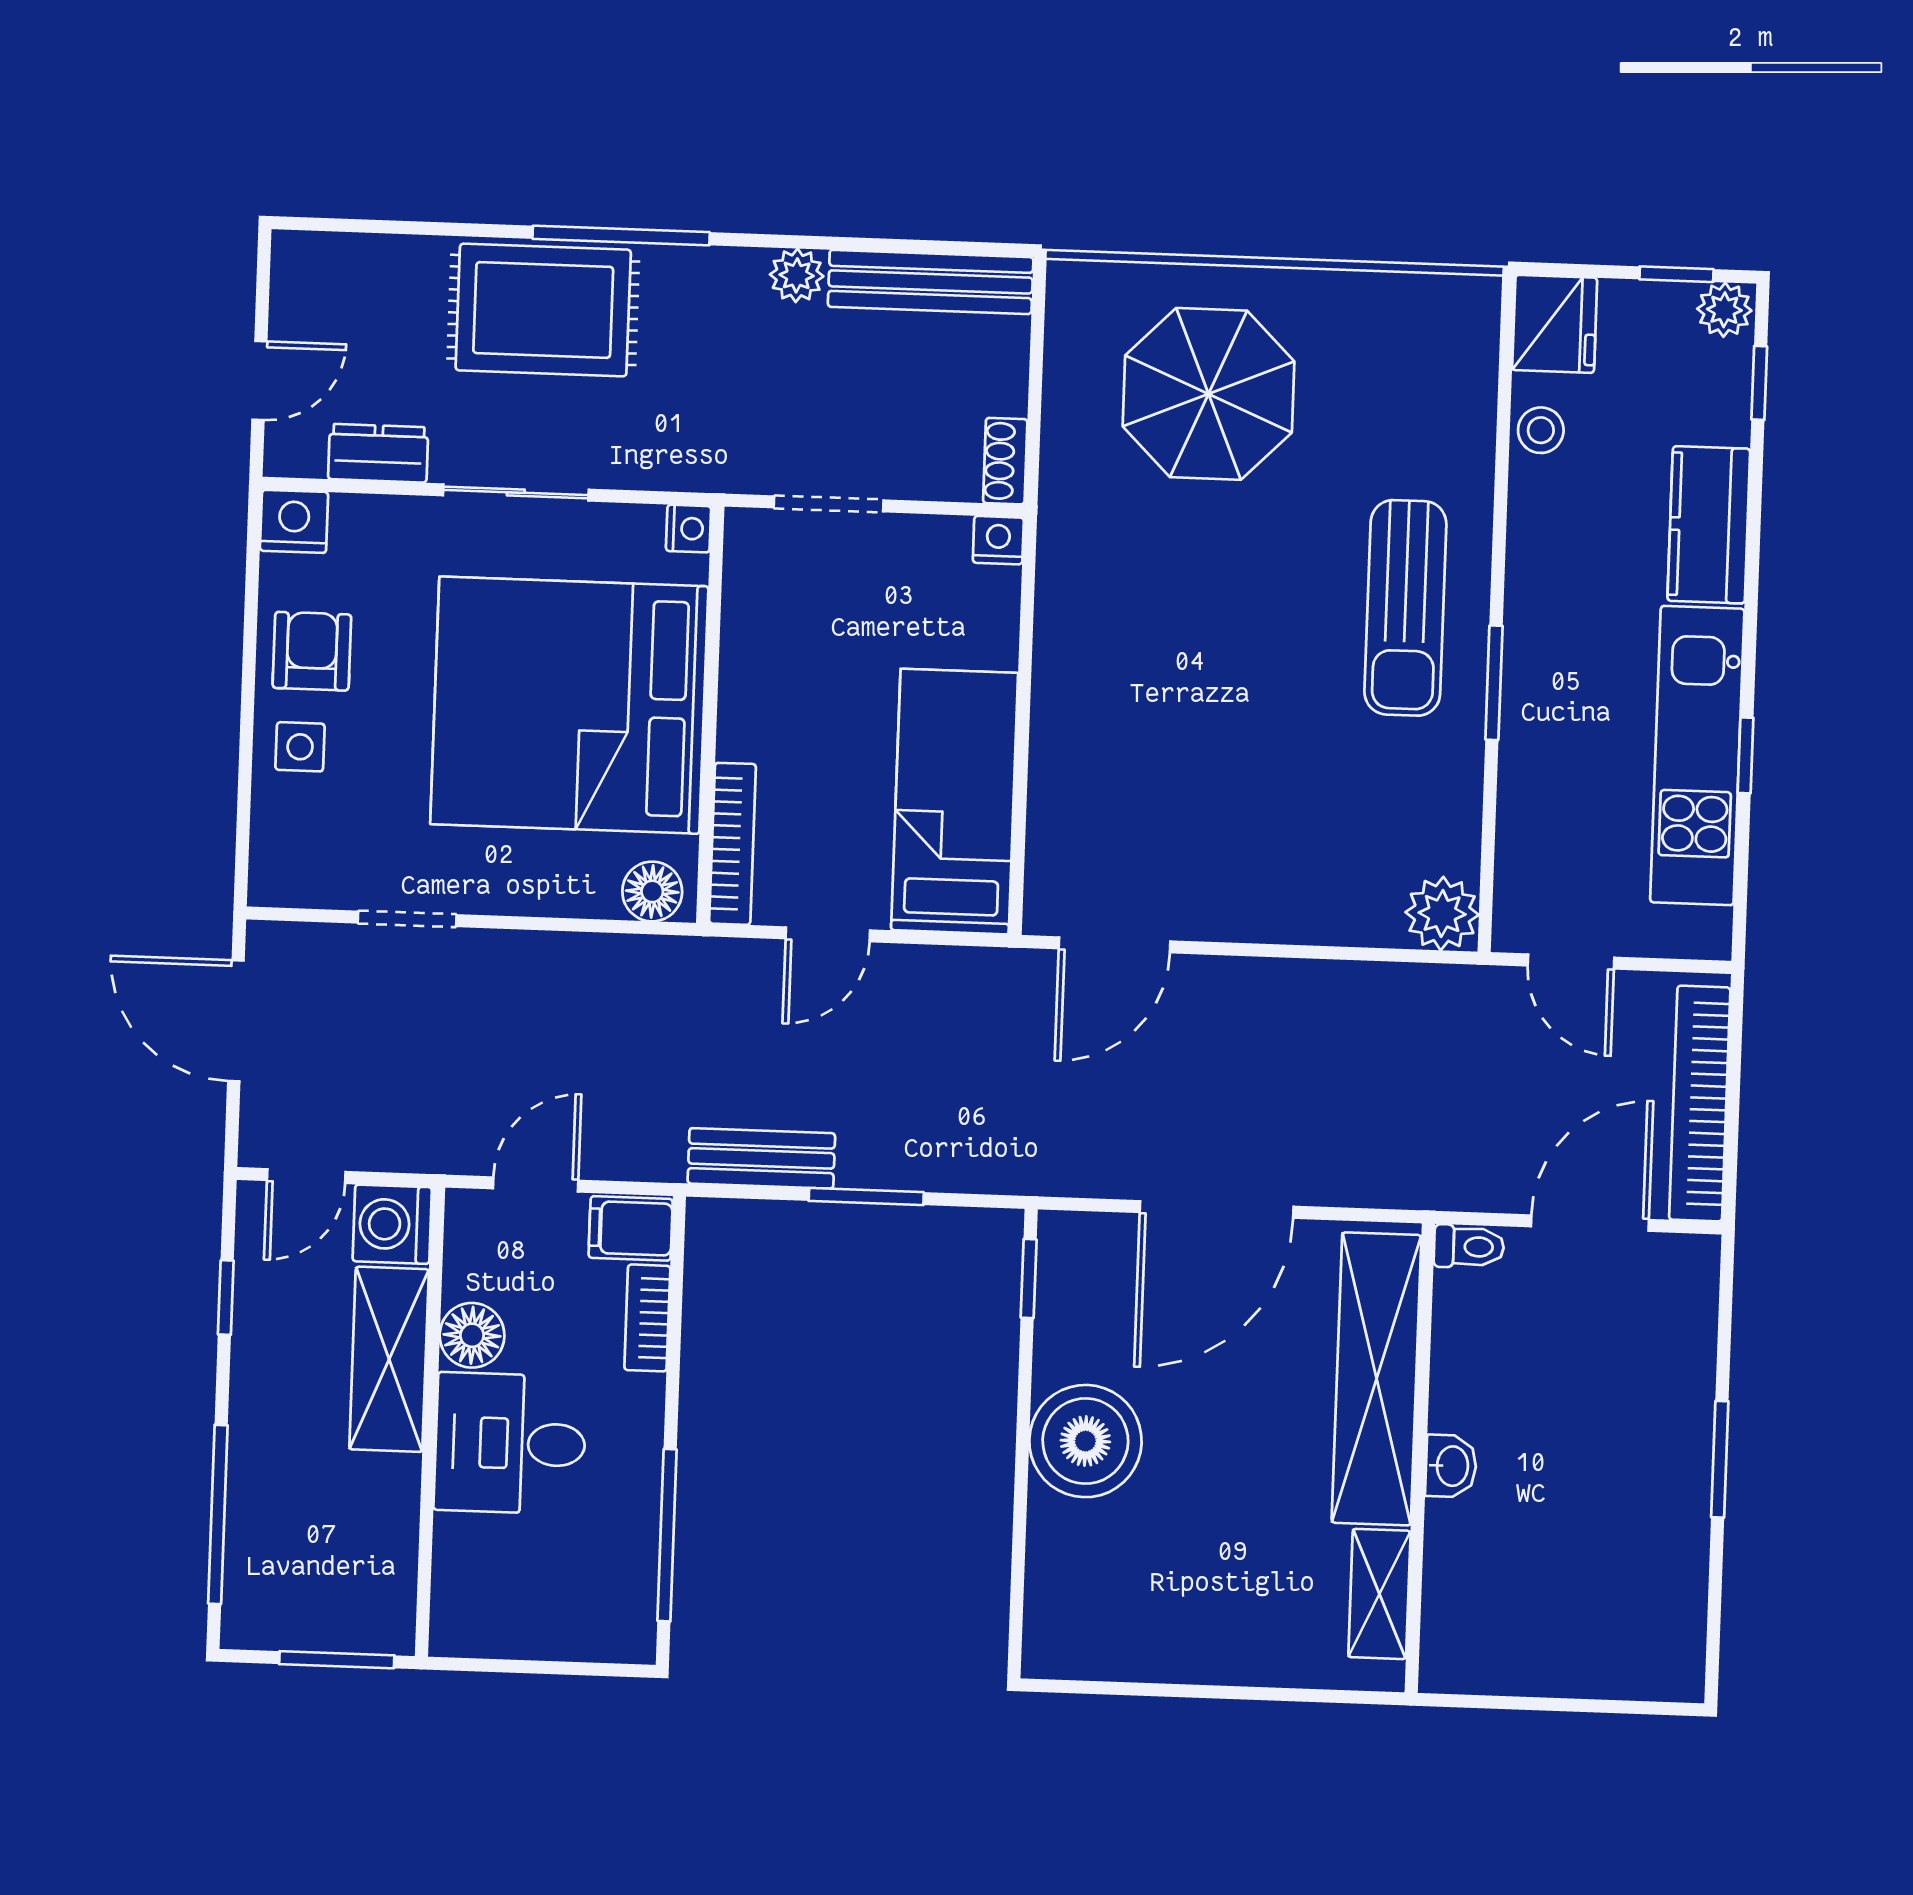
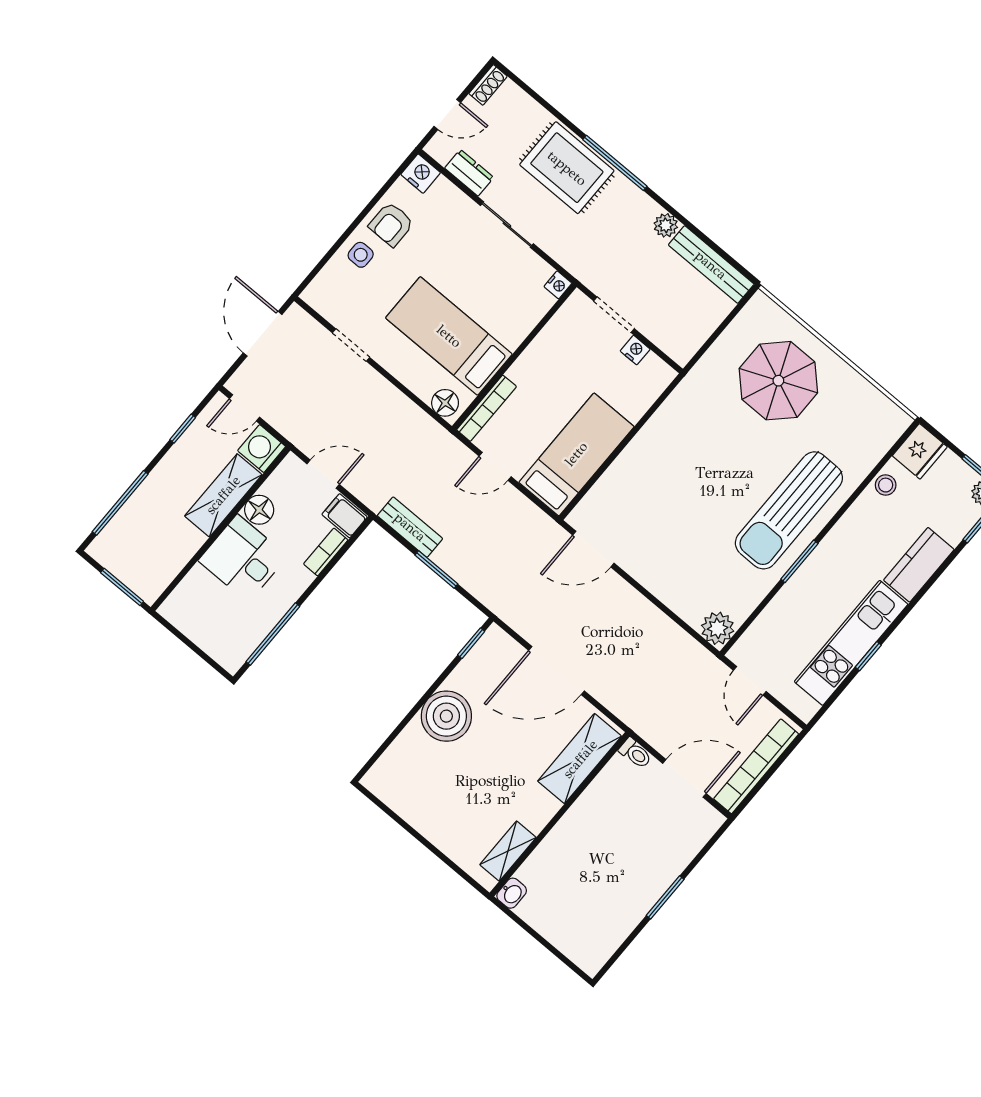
shoe rack: (1005, 461) -> (488, 85), moved, turned 180
nightstand: (998, 540) -> (635, 350), moved
sun lounger: (1405, 608) -> (789, 510), width x1.36, depth x1.34
armchair: (312, 651) -> (391, 224), turned 180
bed: (569, 705) -> (449, 336), width x0.49
shelving: (1377, 1379) -> (580, 759), width x0.68
washbasin: (1451, 1466) -> (512, 893), moved

